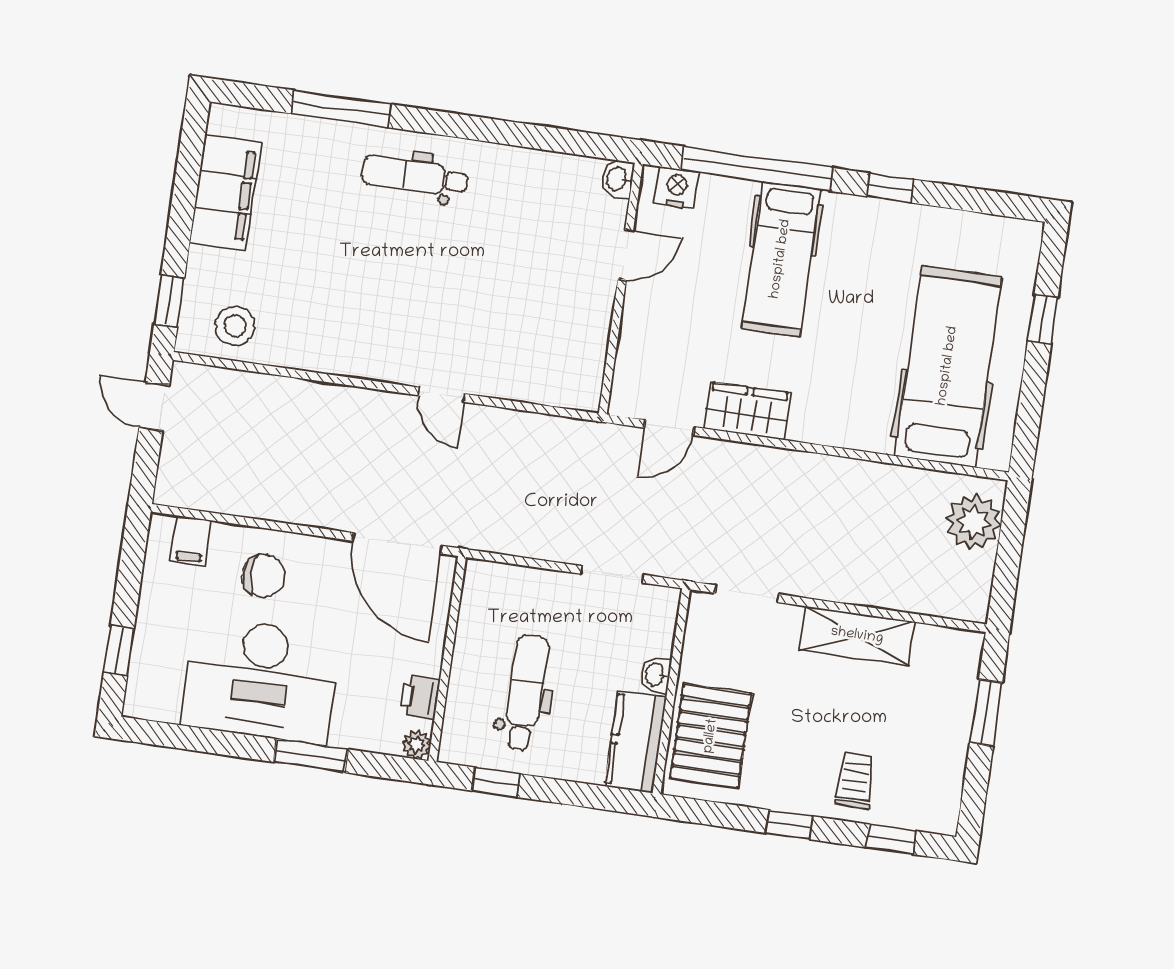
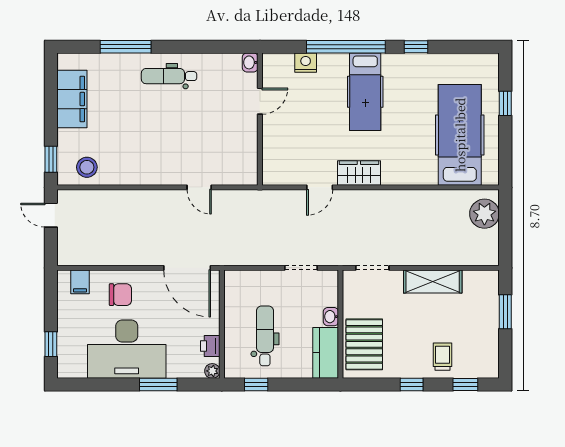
washbasin: (618, 179) -> (250, 62), moved
door: (626, 255) -> (260, 101), moved
wall: (621, 289) -> (260, 119), moved

